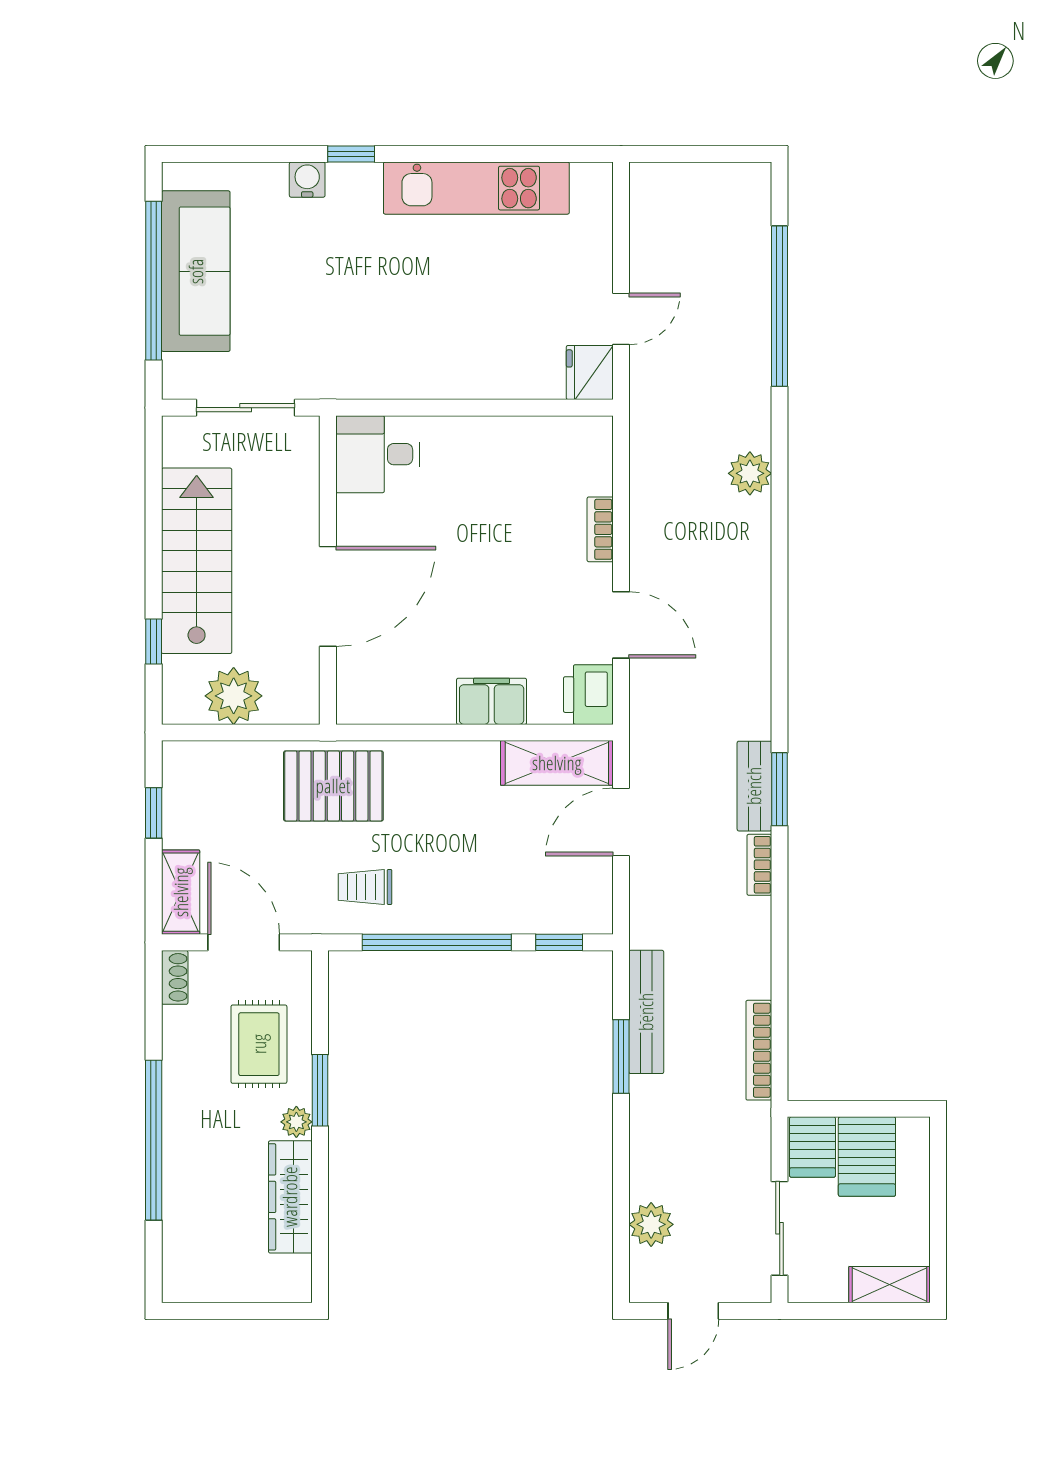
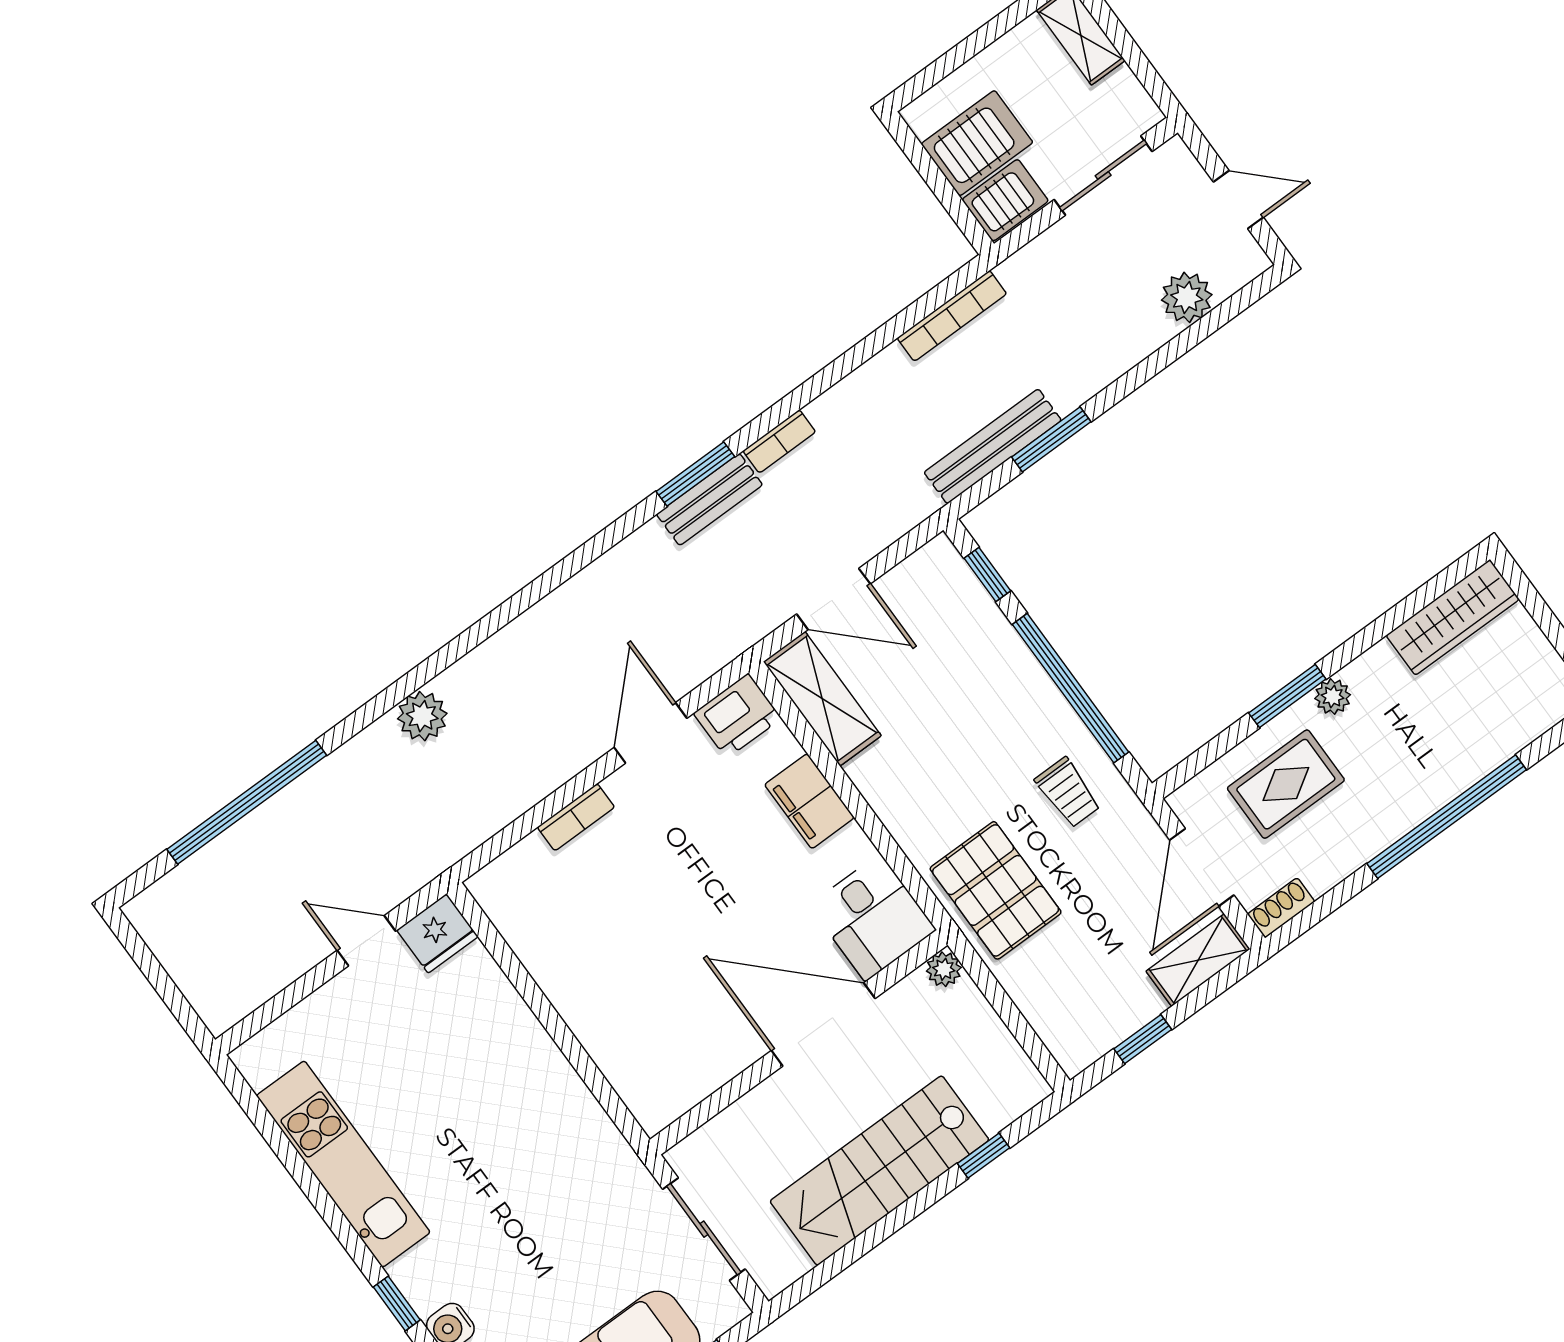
desk: (378, 454) -> (873, 918), moved
plant: (234, 696) -> (944, 969), moved, width x0.53, depth x0.53
wardrobe: (290, 1197) -> (1453, 617), moved

